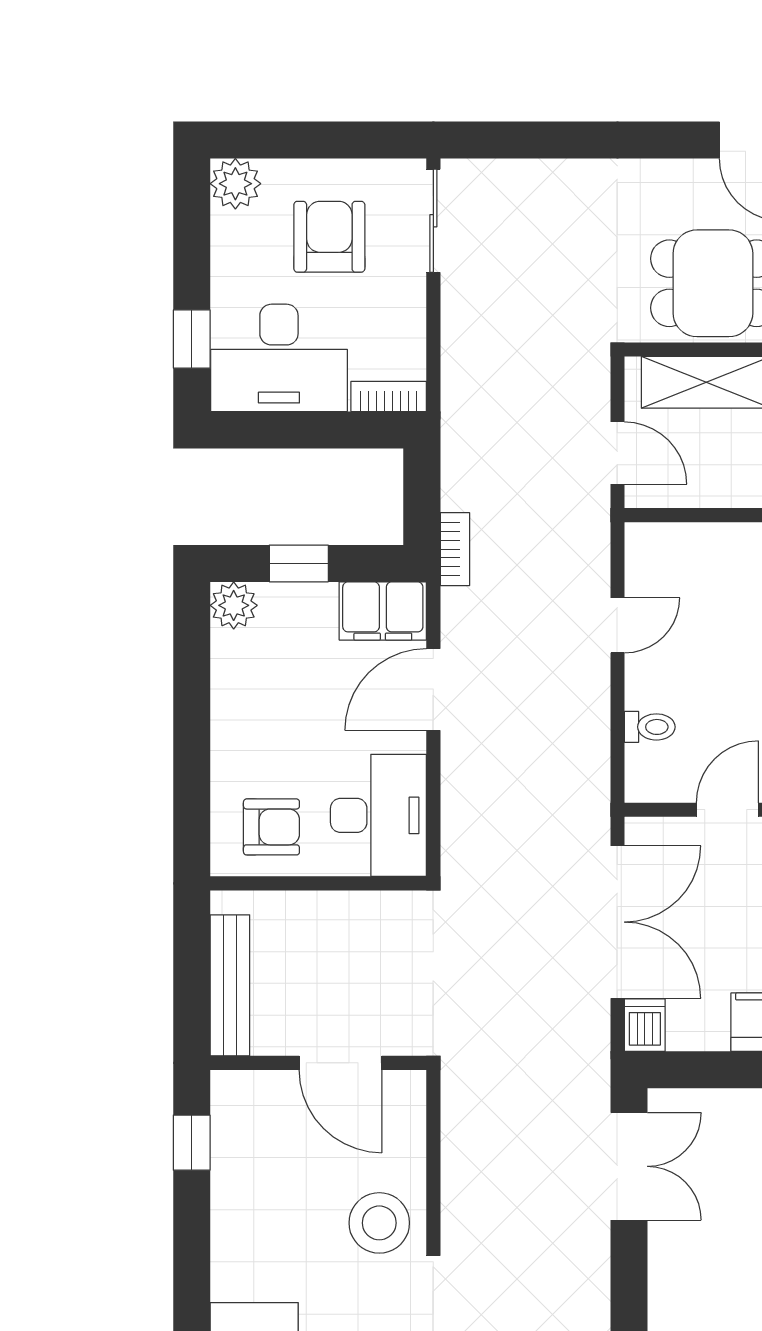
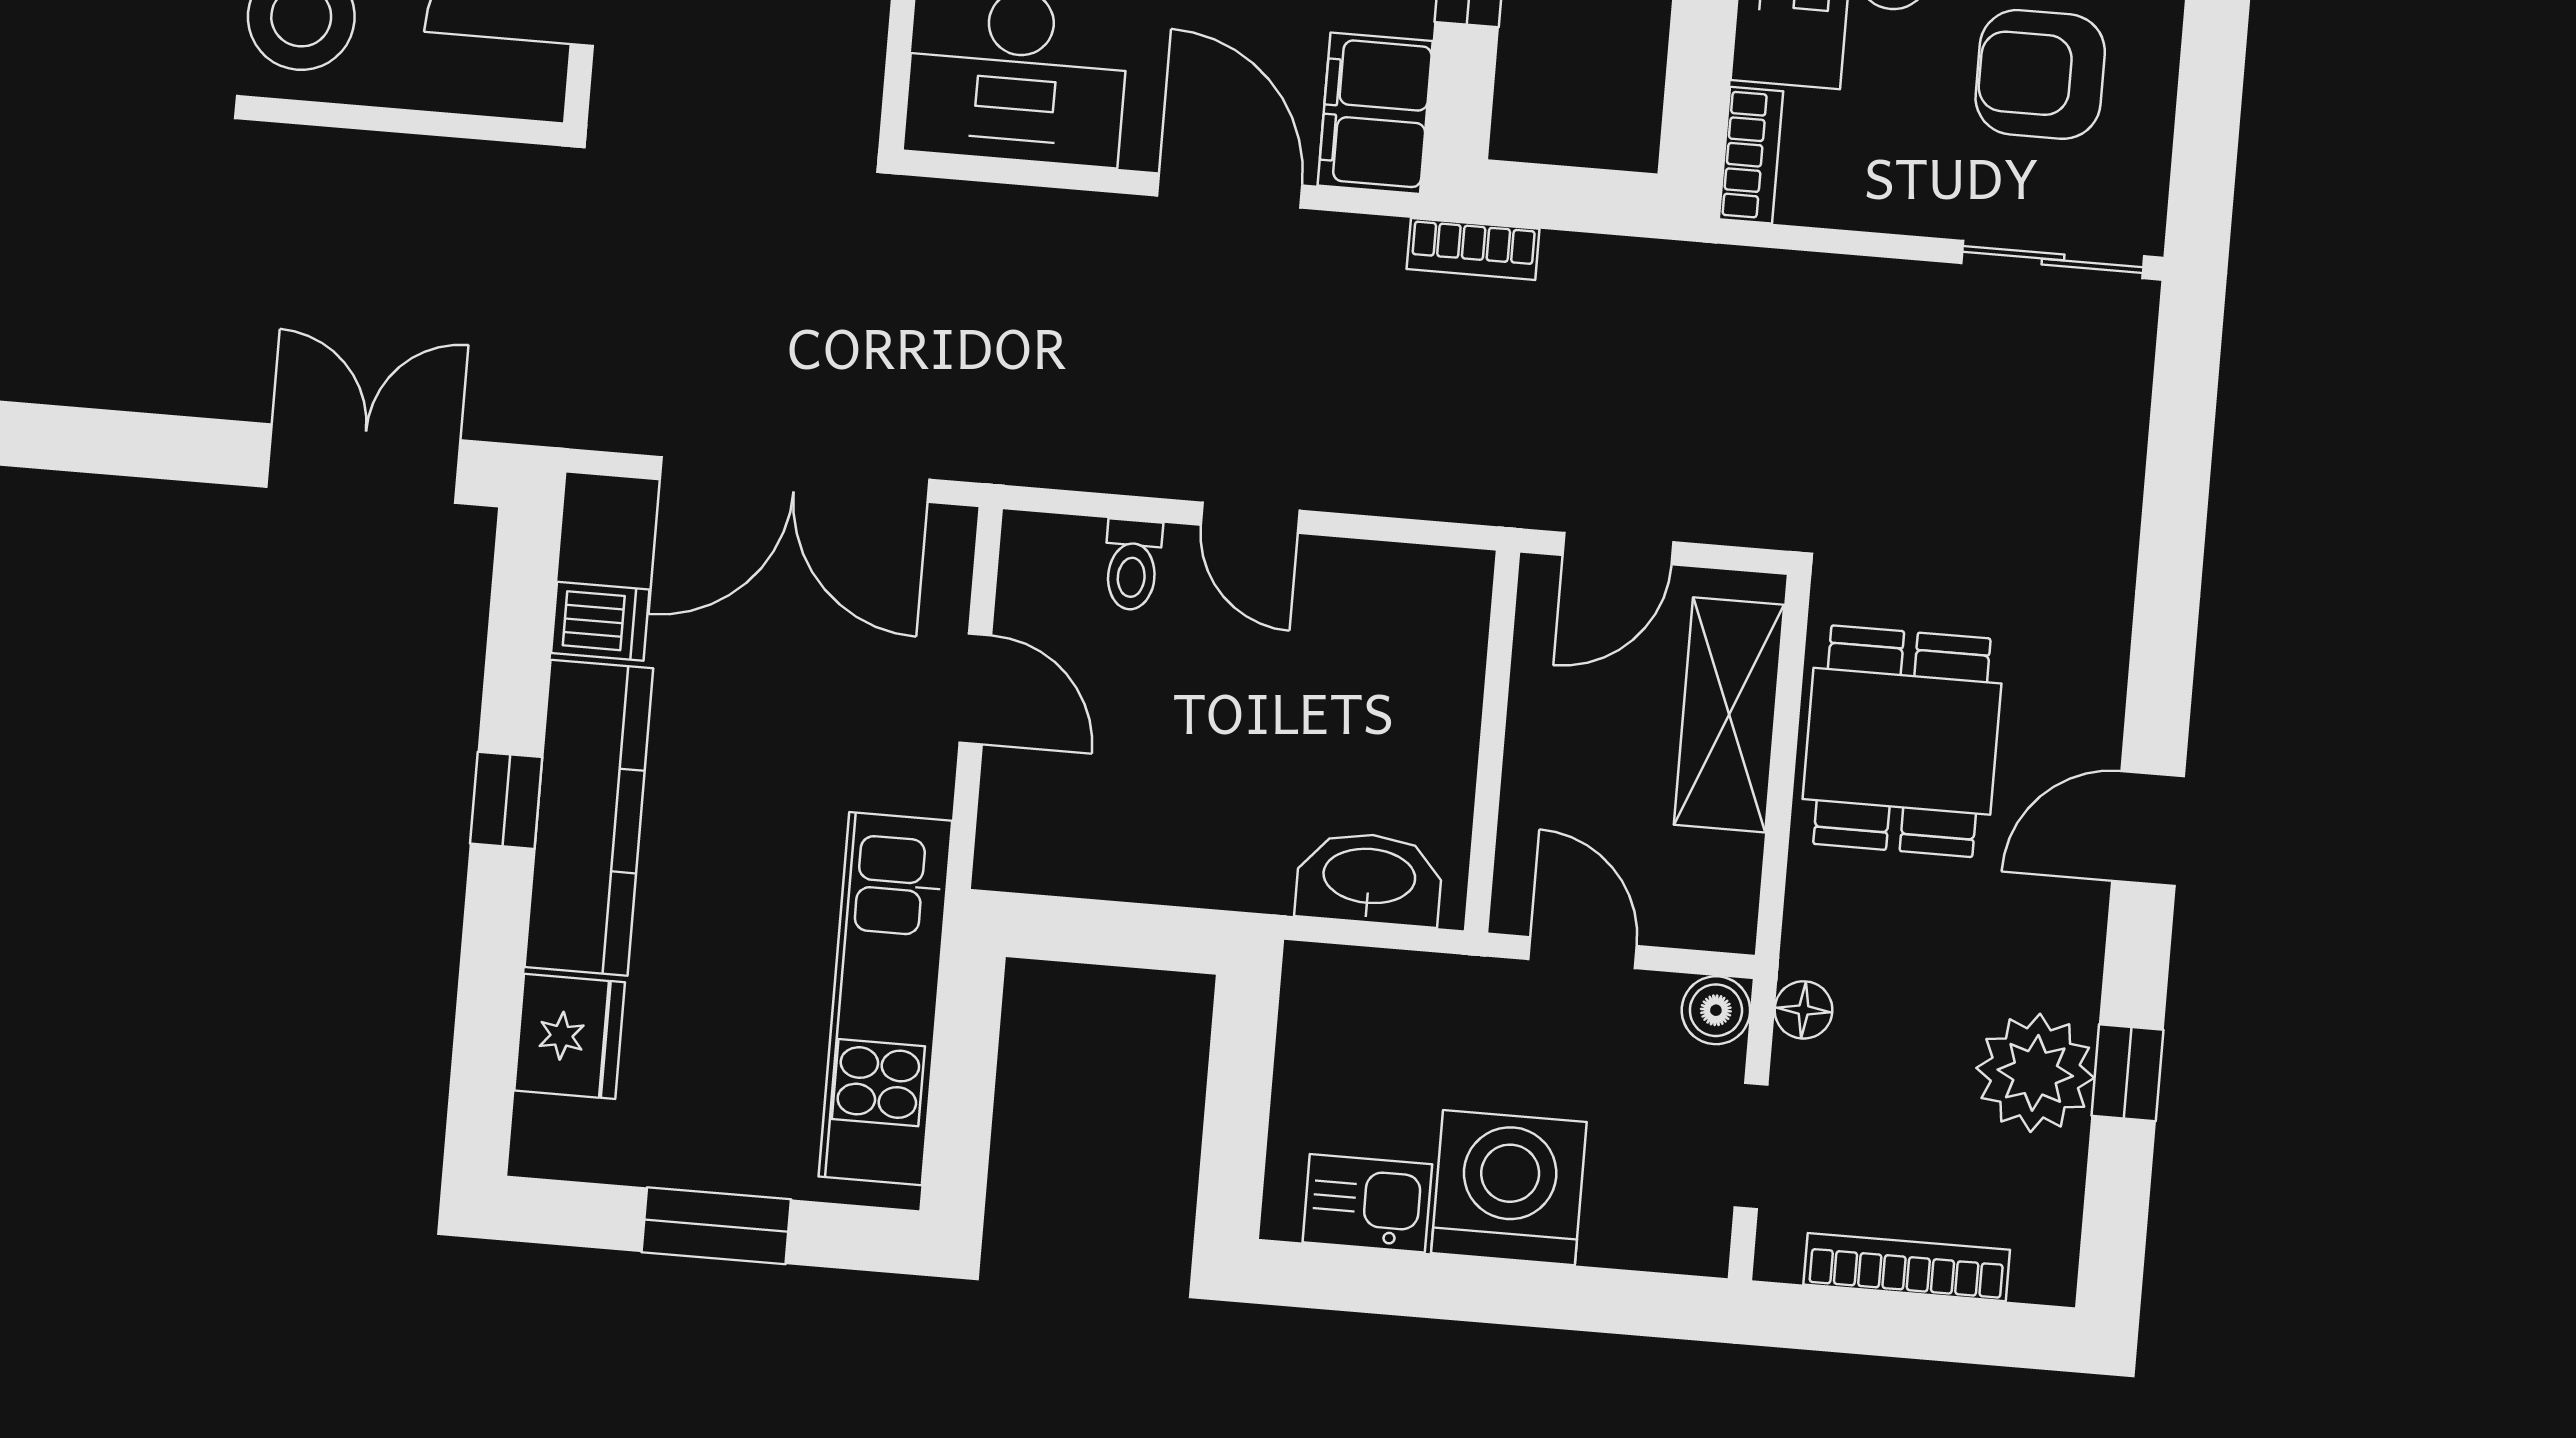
armchair: (329, 237) -> (2040, 74), turned 180
door: (617, 625) -> (1250, 518), moved
dishwasher: (645, 1025) -> (600, 621), moved
double door: (629, 1166) -> (364, 464), swing flipped

